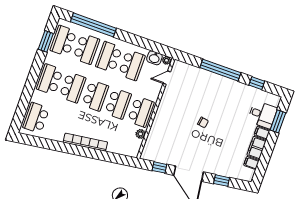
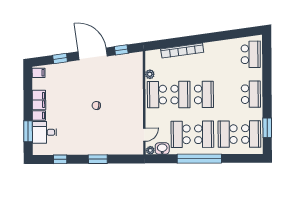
window: (93, 25) -> (199, 159), moved
window: (220, 70) -> (98, 159), width x0.47
school desk: (73, 87) -> (227, 94), removed
school desk: (95, 96) -> (204, 94), turned 180
school desk: (118, 104) -> (180, 95), turned 180
bookcase: (85, 142) -> (182, 51), moved
filing cabinet: (251, 163) -> (39, 73), moved

